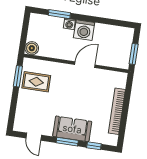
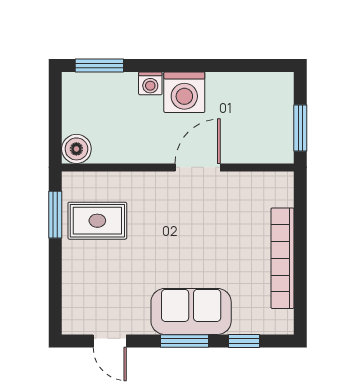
window: (59, 14) -> (99, 65), moved

